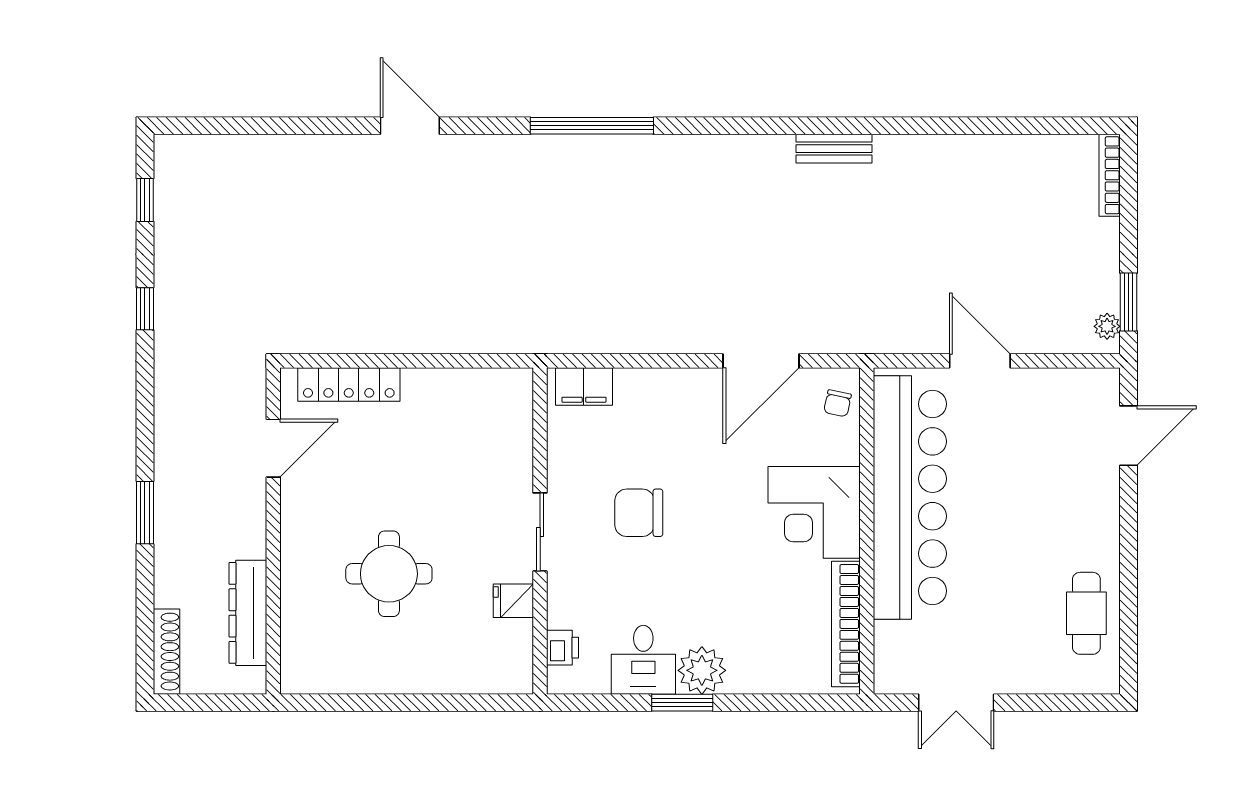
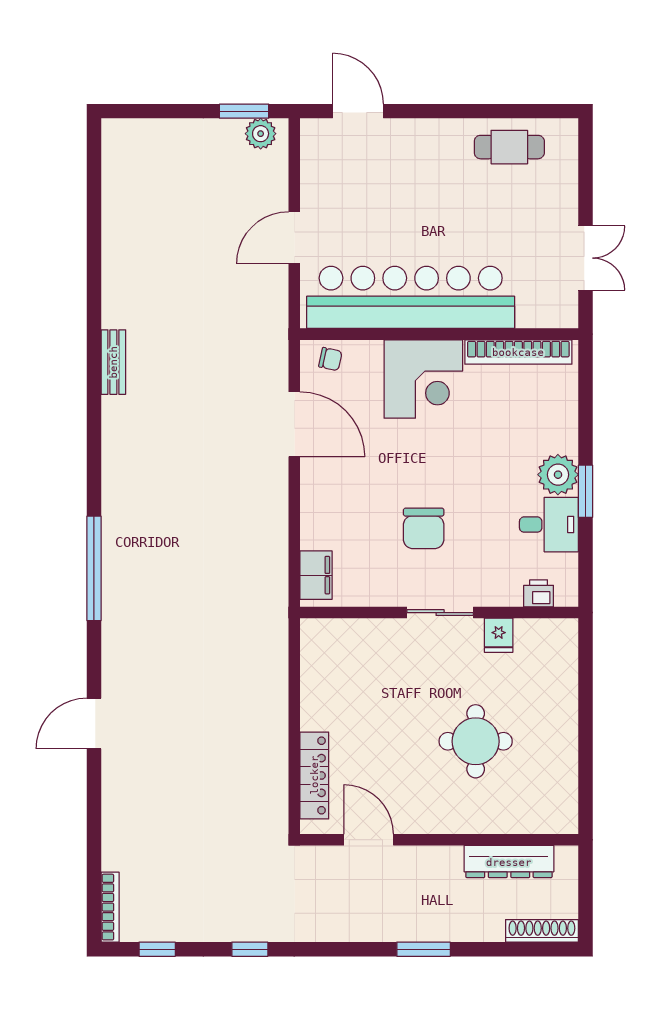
bookcase: (1110, 175) -> (110, 907), moved, turned -90
plant: (1107, 326) -> (261, 134), width x1.38, depth x1.38

